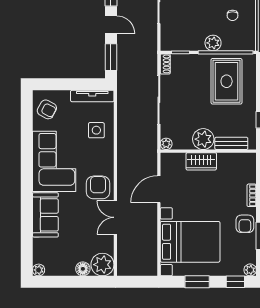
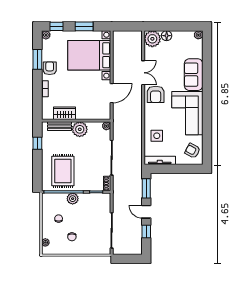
wardrobe: (201, 161) -> (65, 113), moved

